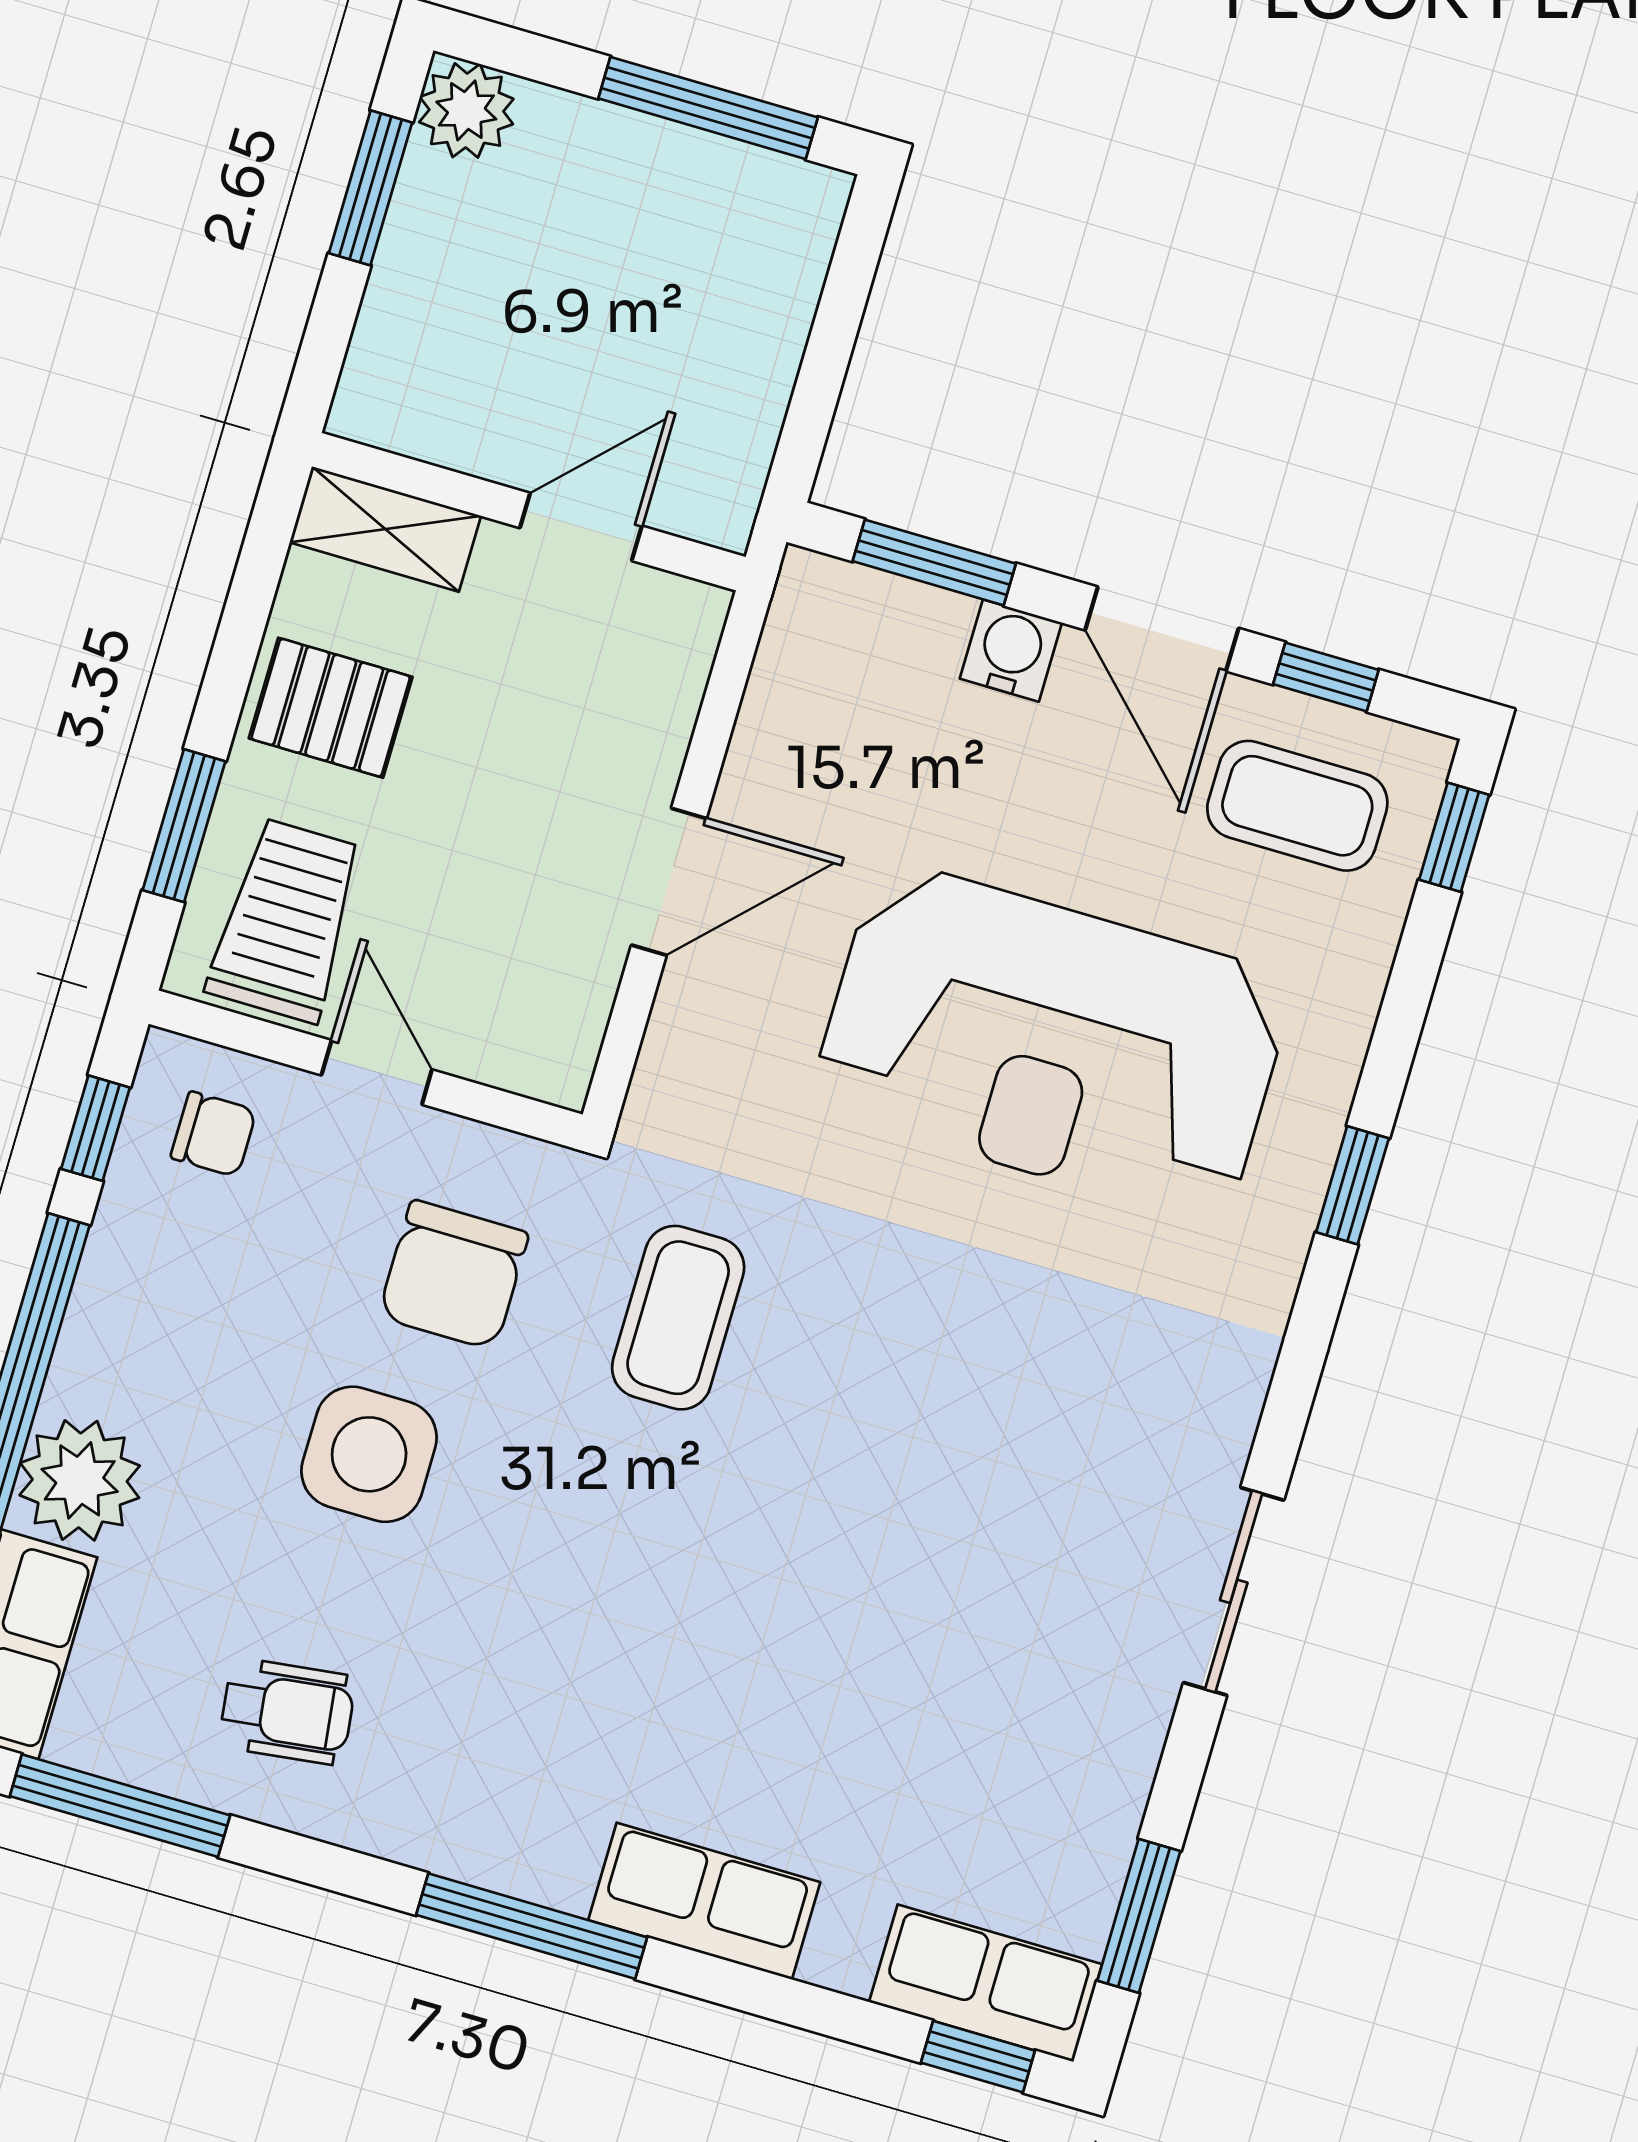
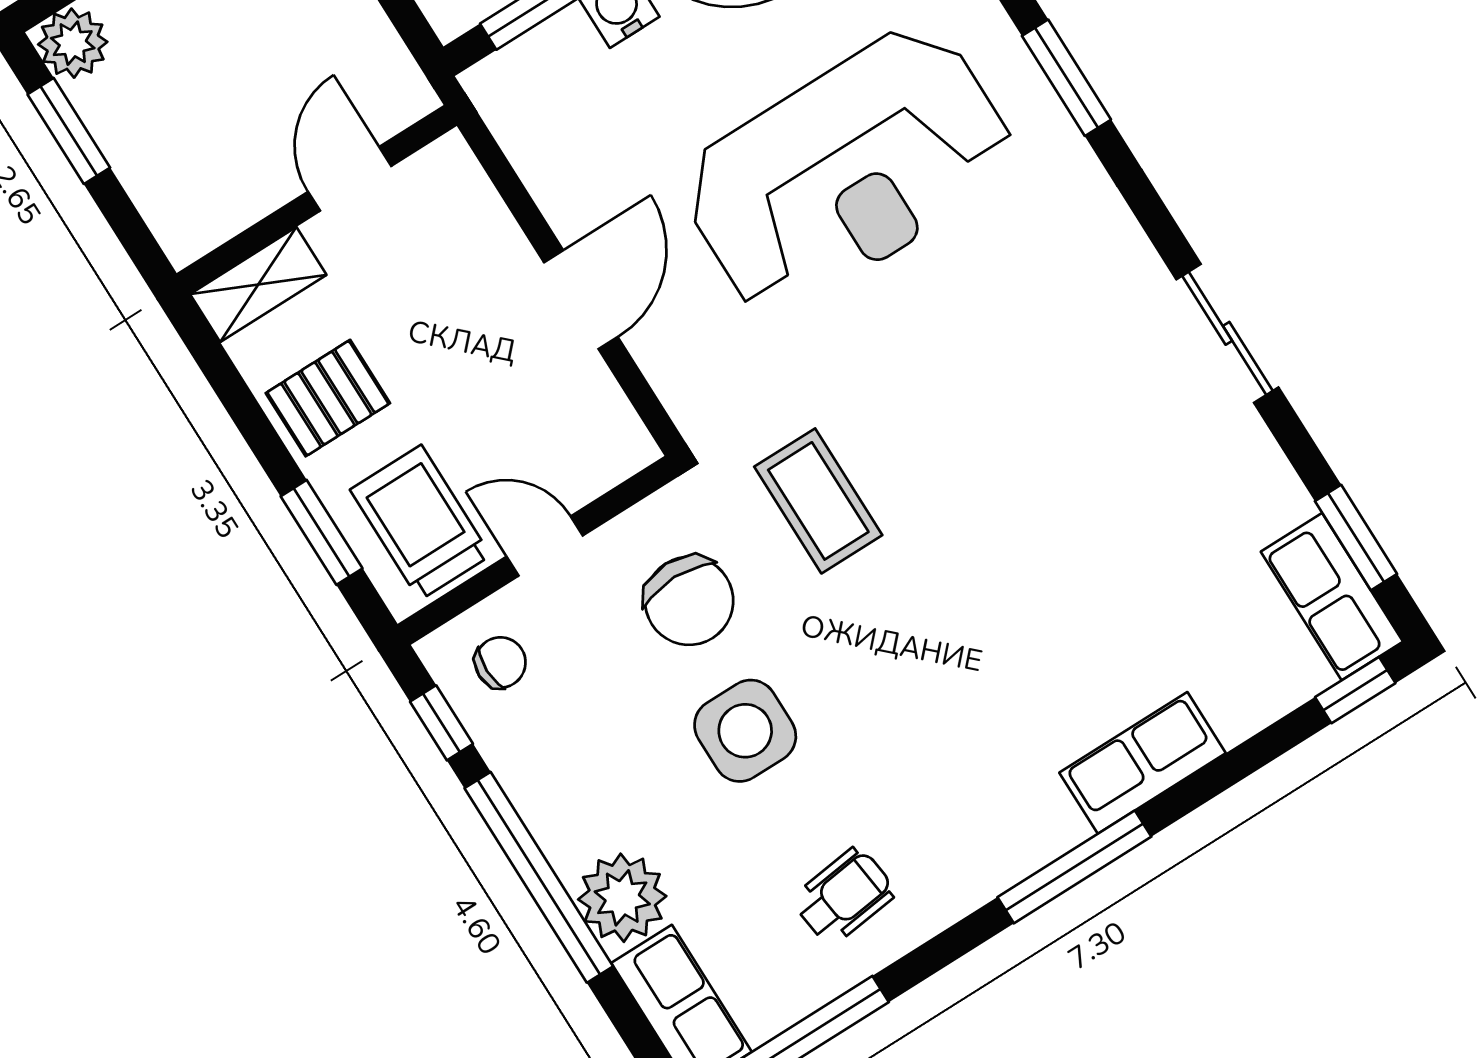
window: (1352, 1185) -> (1066, 78), width x1.50
row of seats: (986, 1983) -> (1332, 597), moved, turned -90

